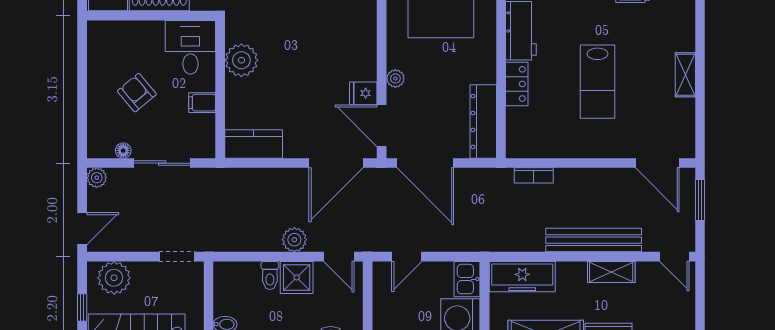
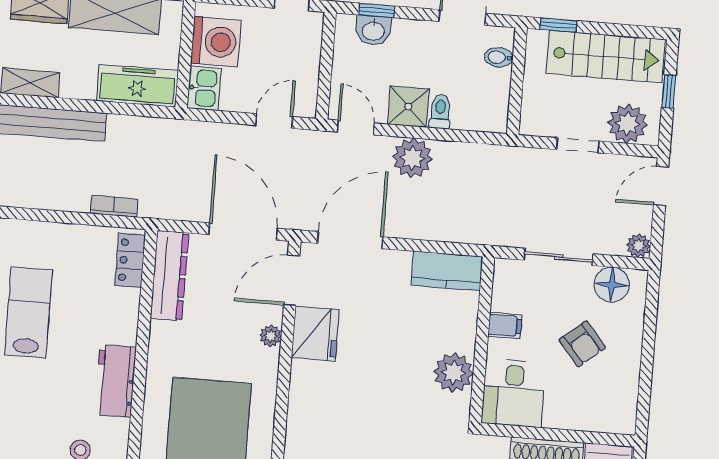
locker: (517, 84) -> (130, 260), moved
fridge: (363, 93) -> (315, 334), width x1.88, depth x1.34
door: (382, 126) -> (292, 280), swing flipped
floor lamp: (123, 151) -> (612, 285), width x1.89, depth x1.89
plant: (294, 240) -> (412, 158), width x1.36, depth x1.36
doorway: (177, 257) -> (578, 145), moved

